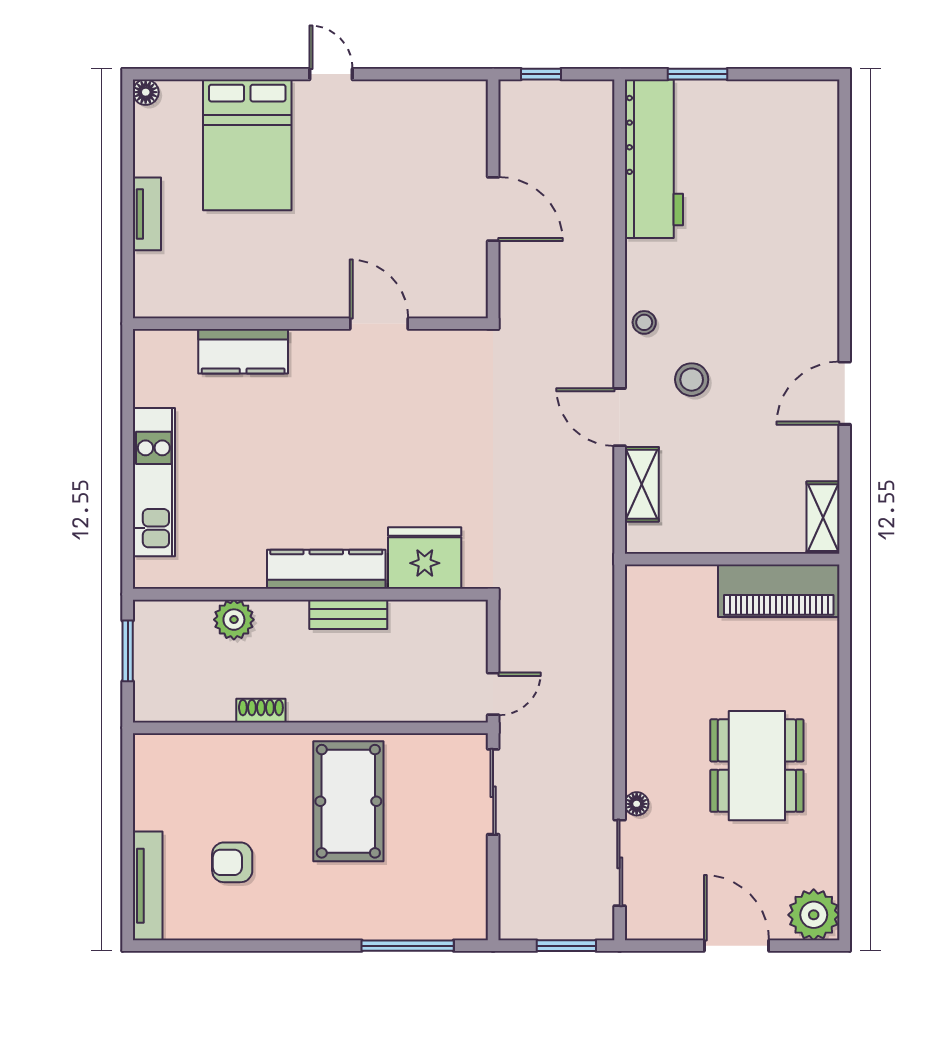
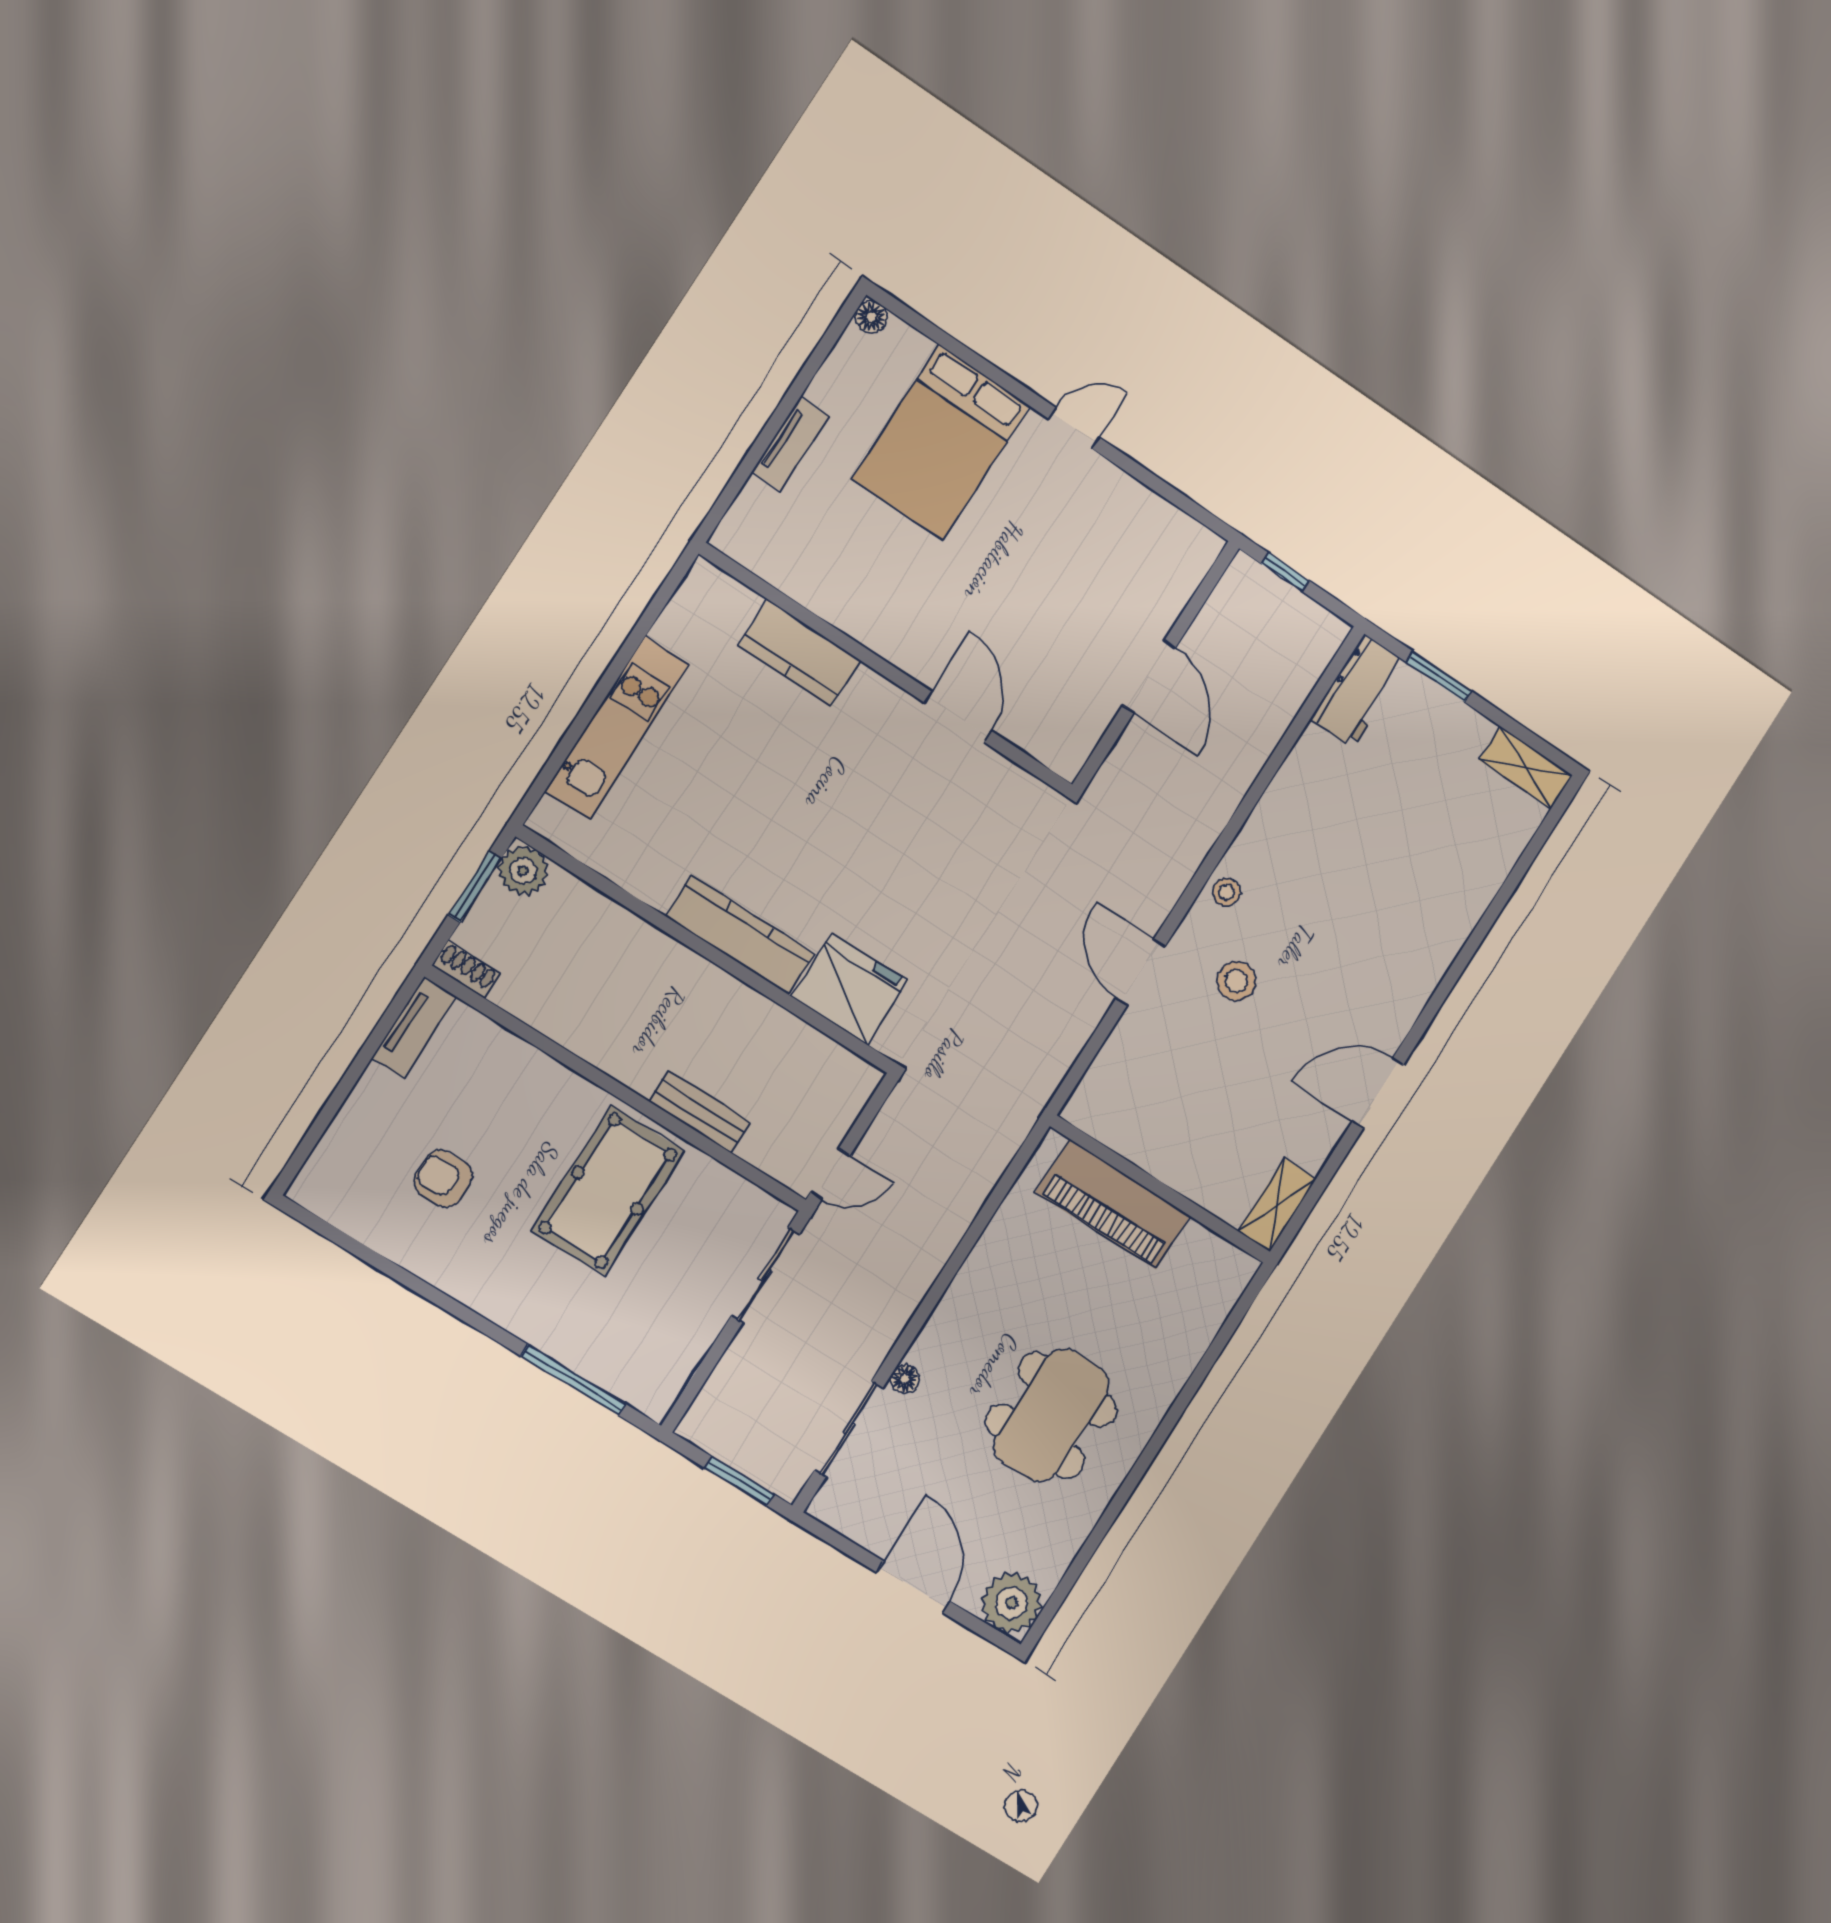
door: (331, 74) -> (1074, 428), hinge flipped
workbench: (654, 159) -> (1359, 691), width x0.53, depth x0.76
shelving: (642, 484) -> (1526, 768), moved, turned 90
piano: (779, 591) -> (1113, 1204), moved
bench: (348, 614) -> (699, 1112), moved
plant: (234, 620) -> (523, 871), moved
shoe rack: (261, 711) -> (466, 969), moved
tv unit: (148, 886) -> (414, 1027), moved, width x0.71

